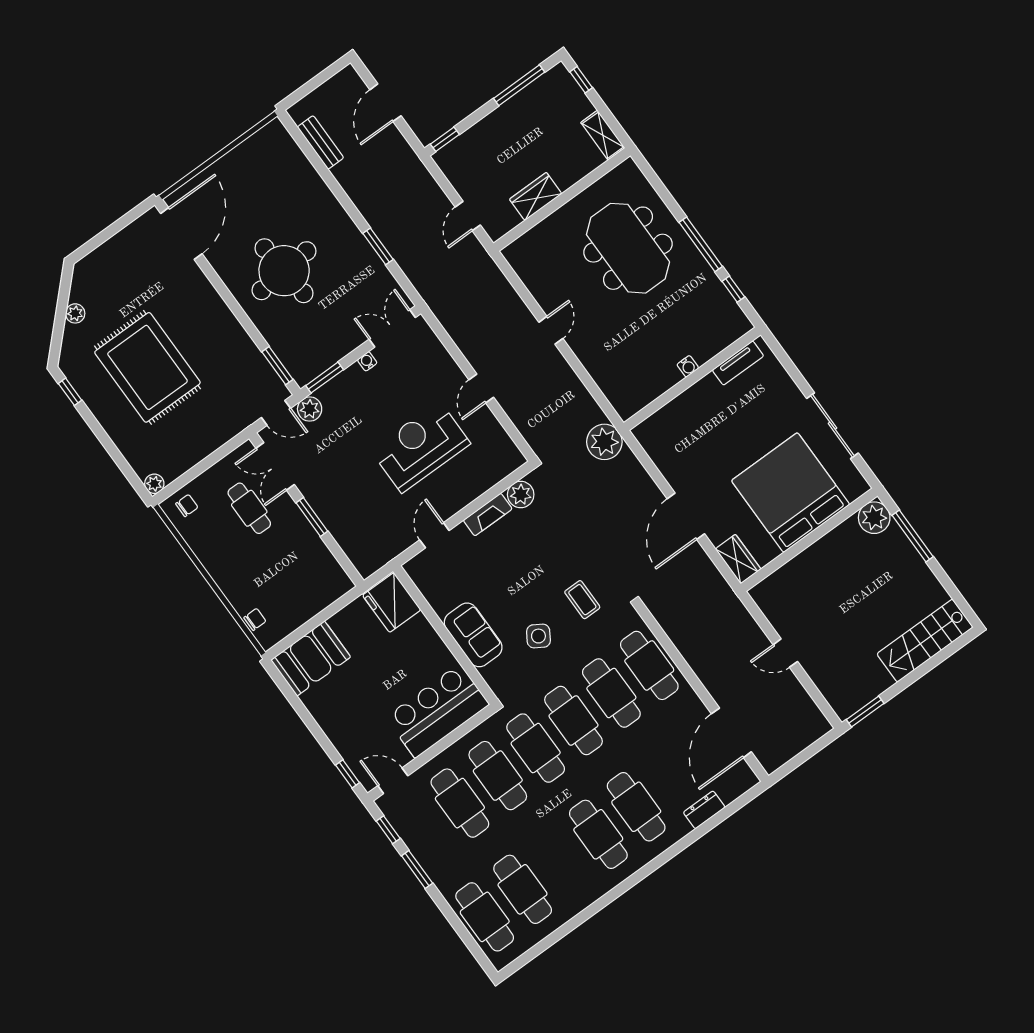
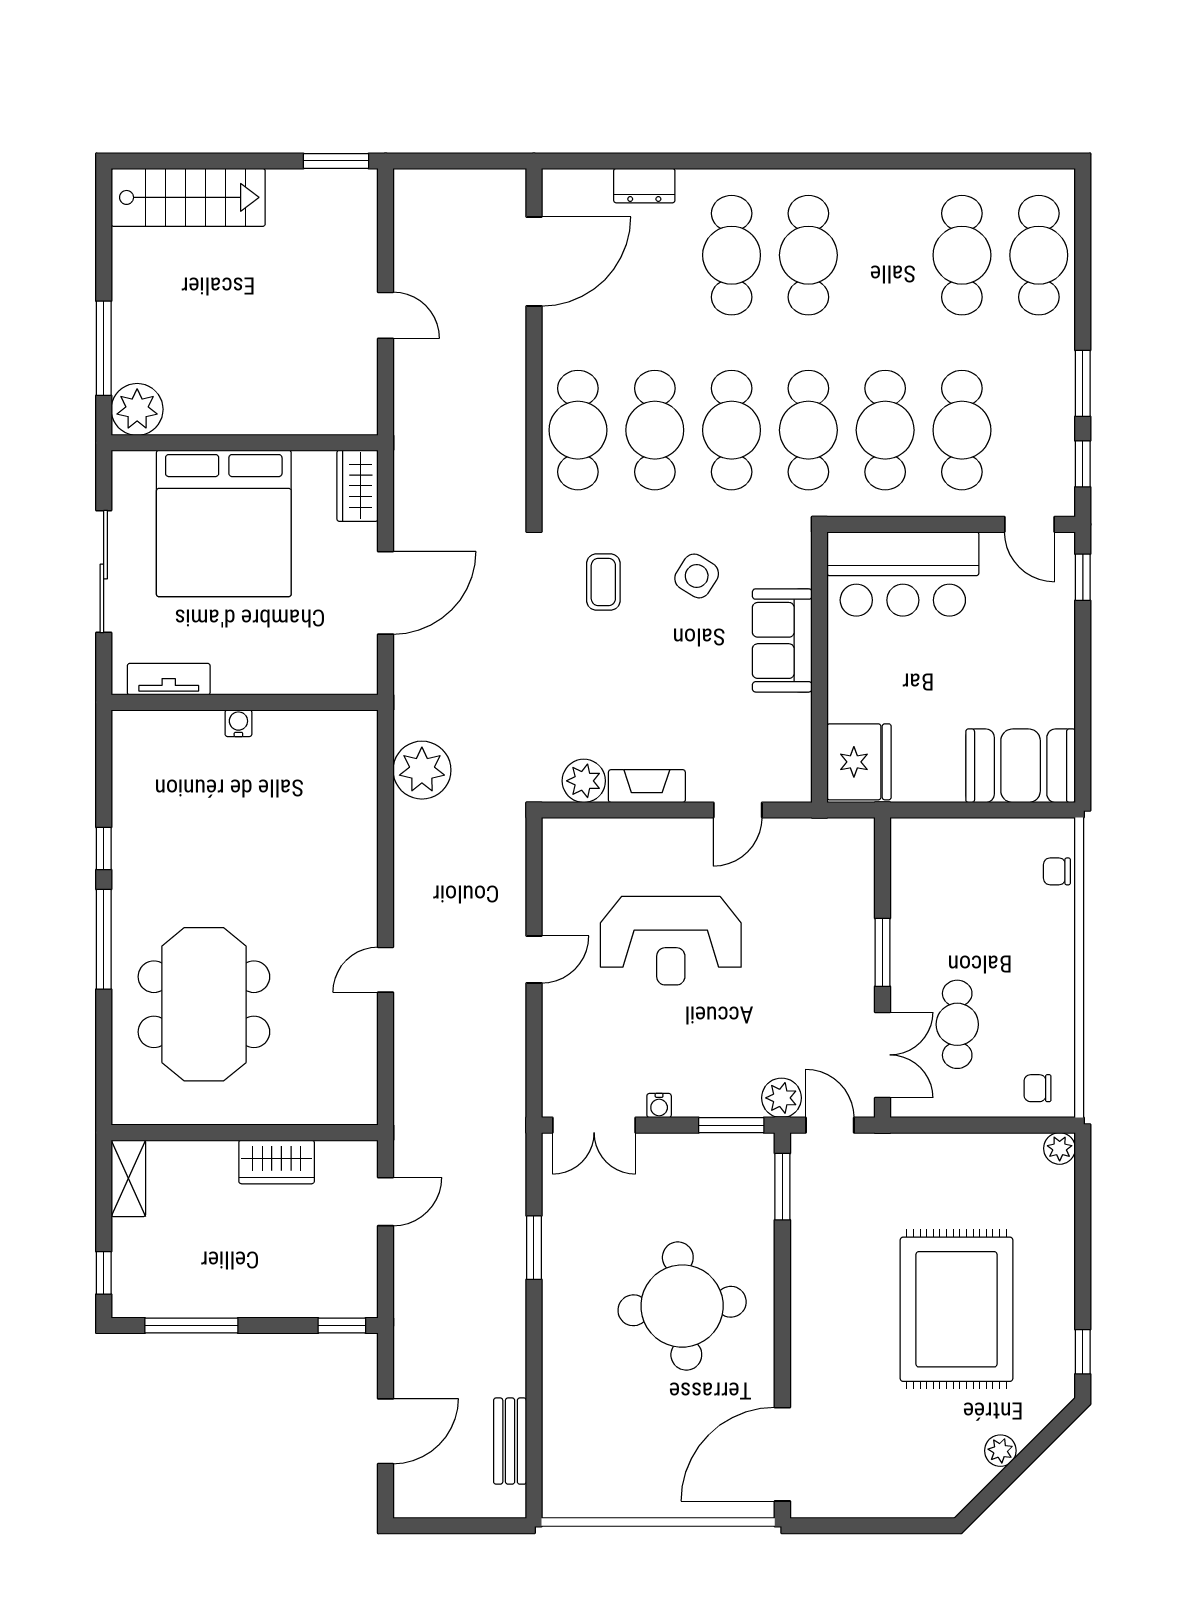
tv unit: (738, 363) -> (169, 679), moved
water cooler: (688, 366) -> (238, 723), moved
wall: (692, 379) -> (245, 702), moved

